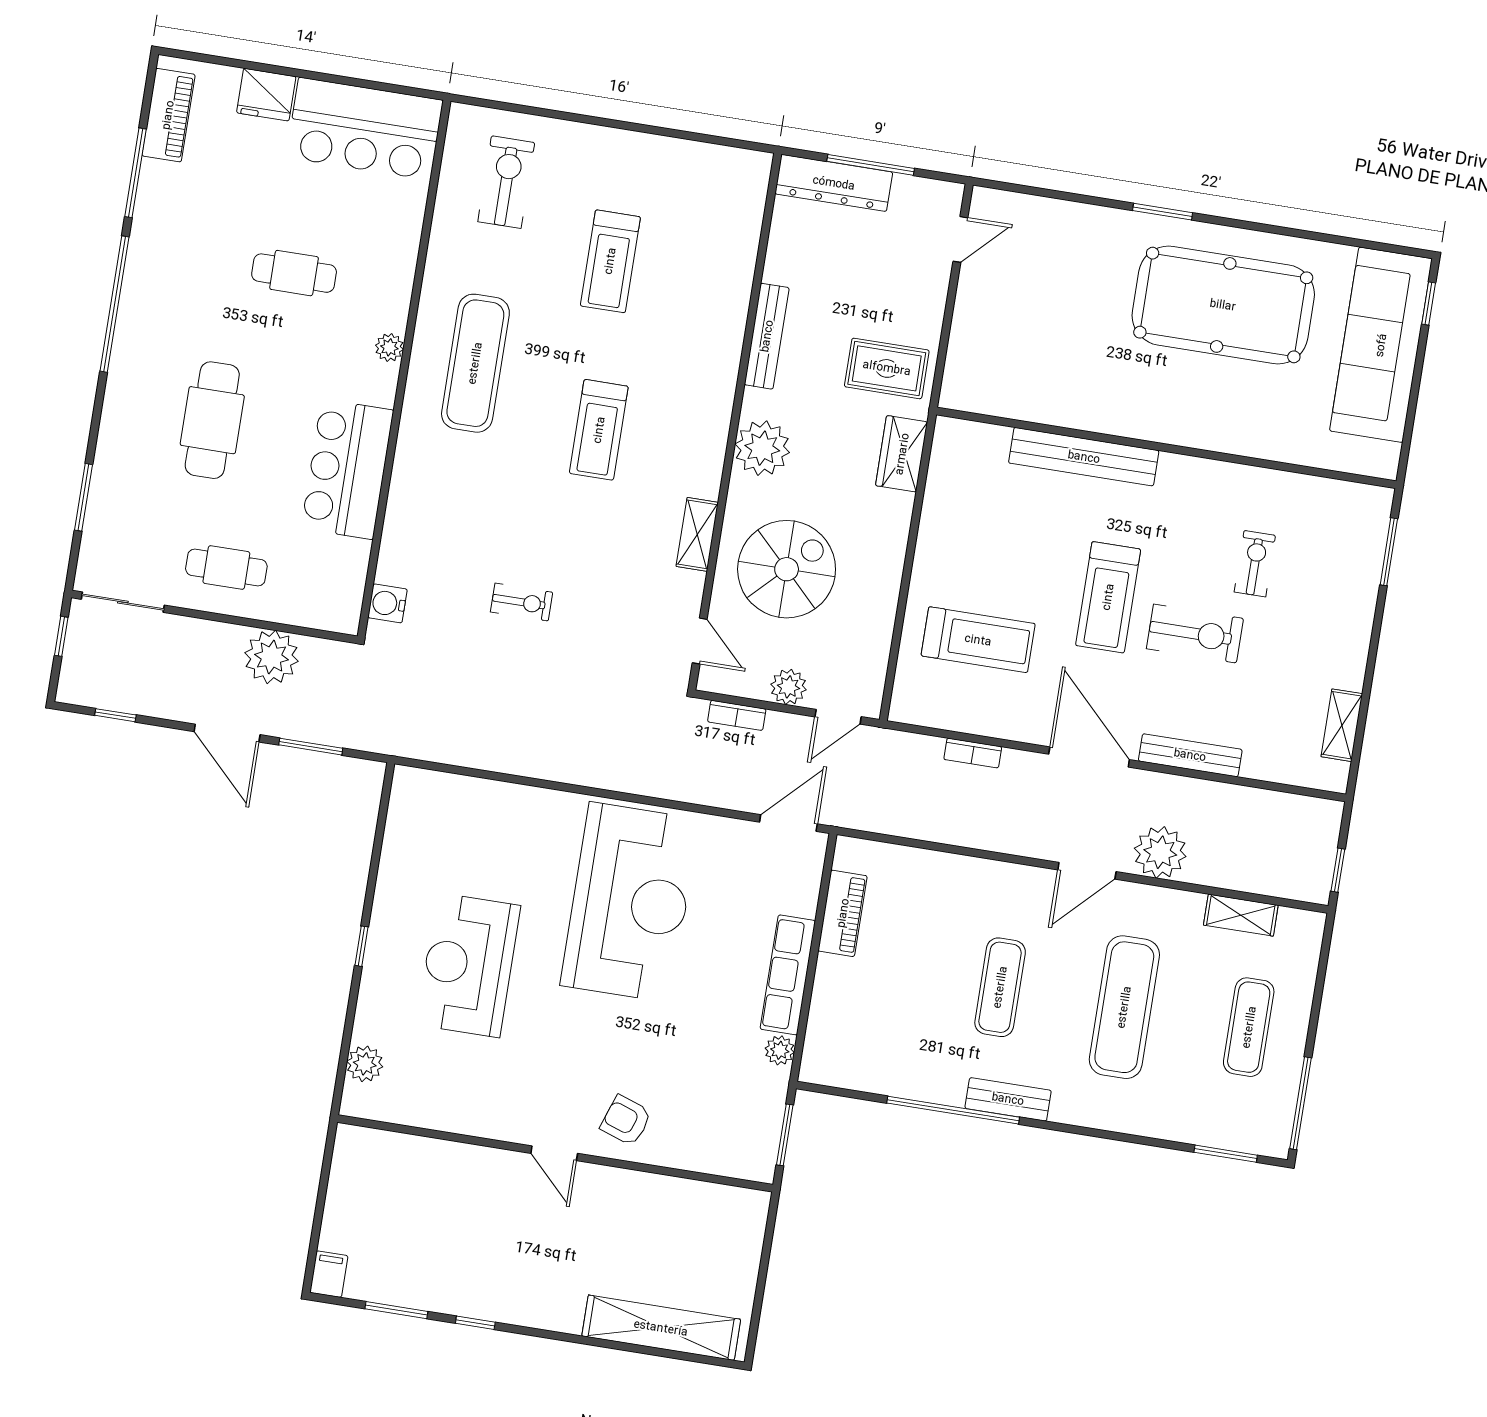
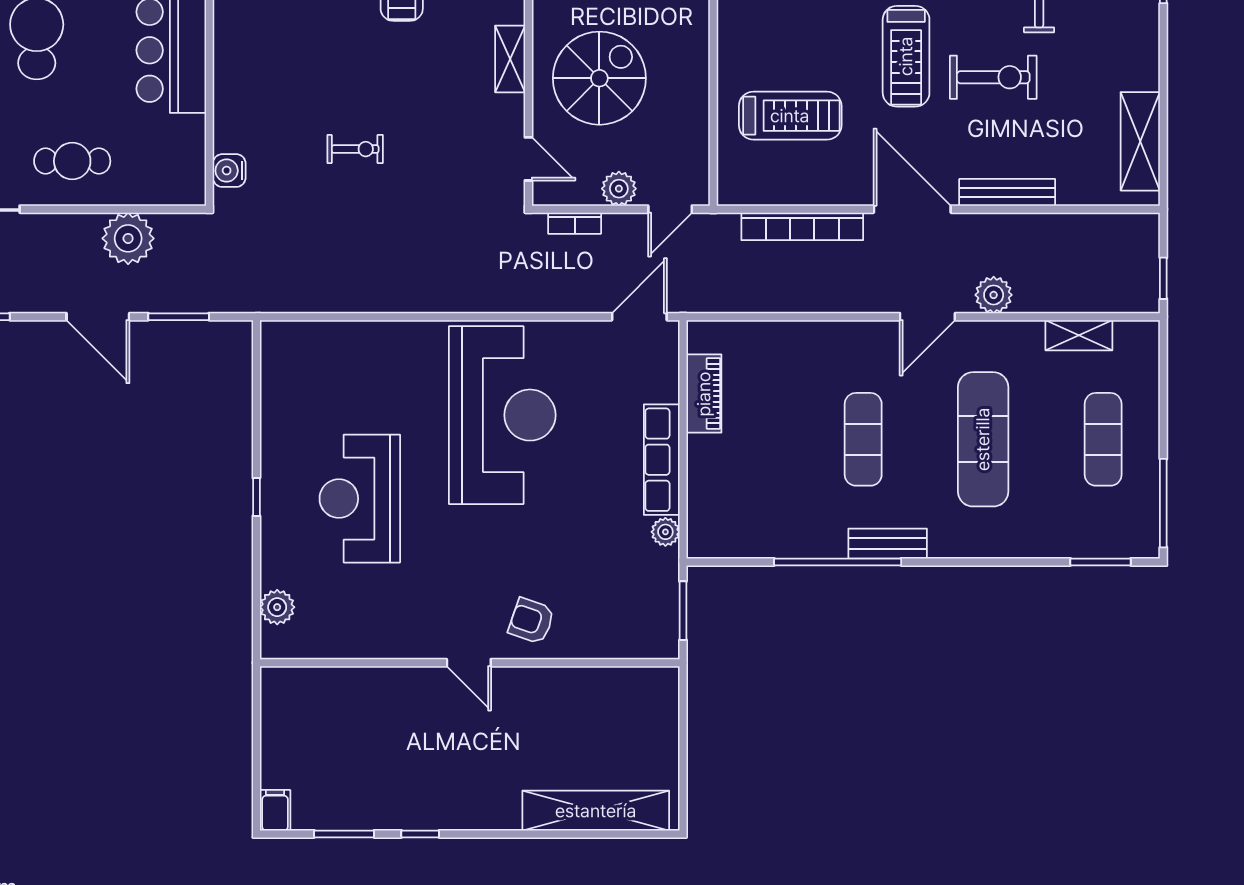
shelving: (1342, 725) -> (1140, 141), width x1.50, depth x1.33
bookcase: (973, 753) -> (802, 226), width x2.31, depth x1.31
plant: (1160, 852) -> (994, 295), width x0.73, depth x0.73

